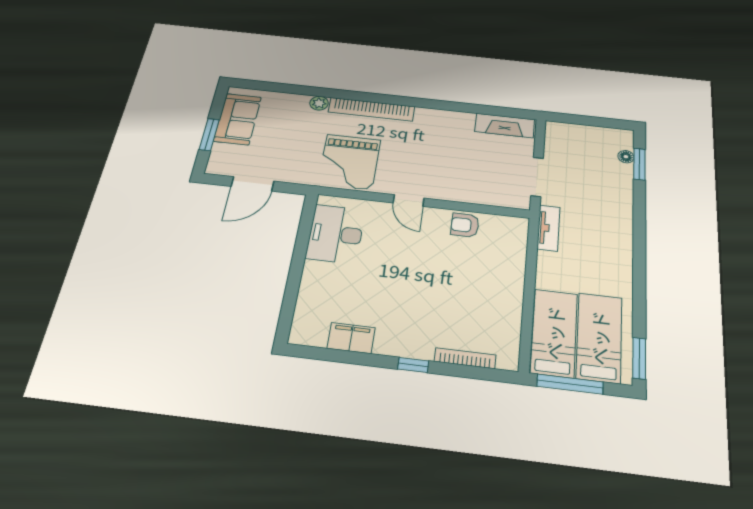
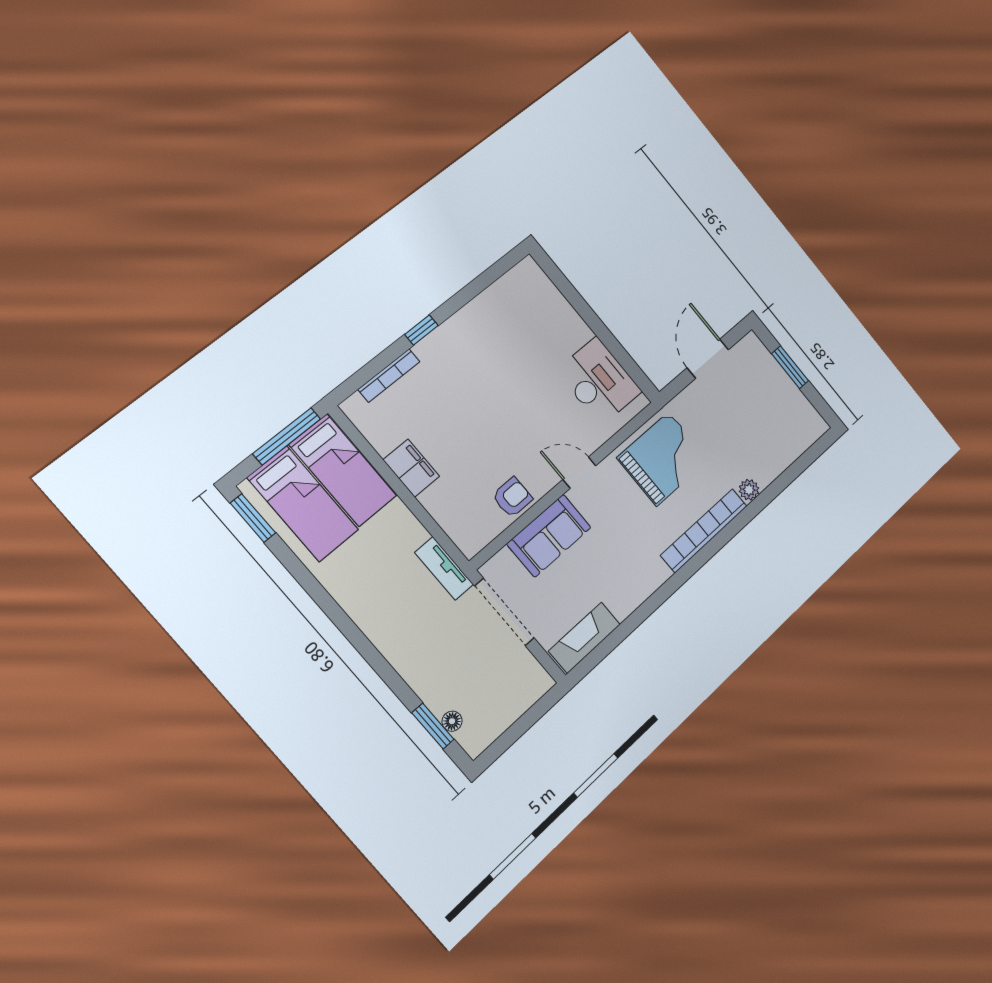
sofa: (237, 119) -> (549, 536), moved, turned -90
grand piano: (349, 162) -> (663, 459), turned 90
doorway: (537, 177) -> (504, 612), width x1.36
filing cabinet: (351, 338) -> (411, 468), moved, turned -90

